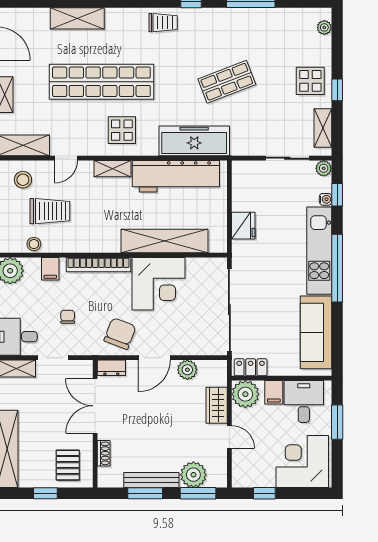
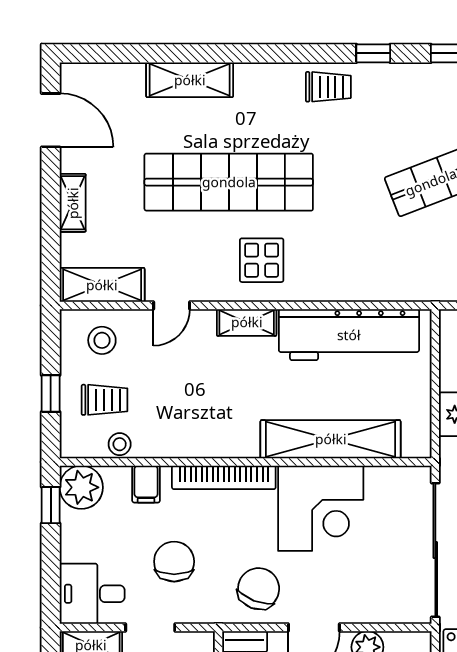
freezer: (194, 141) -> (378, 278), removed
trolley: (50, 211) -> (105, 400), moved, width x0.73, depth x0.72
chair: (68, 317) -> (174, 562), width x1.87, depth x1.87

